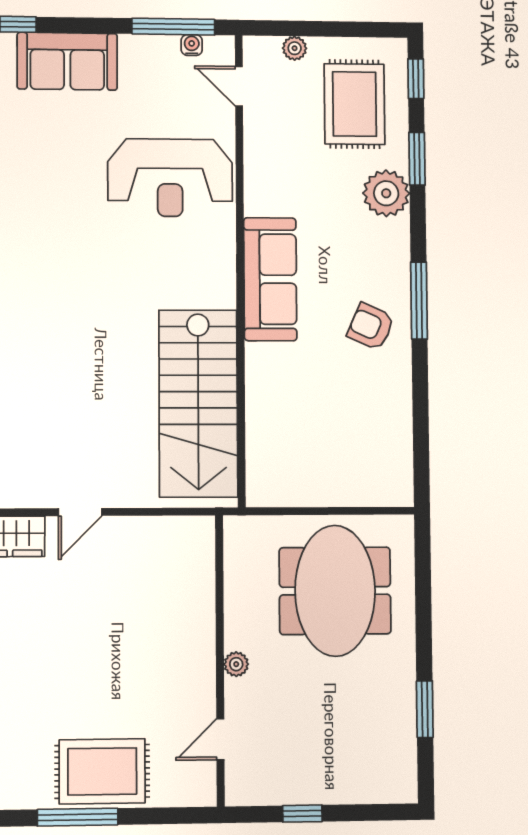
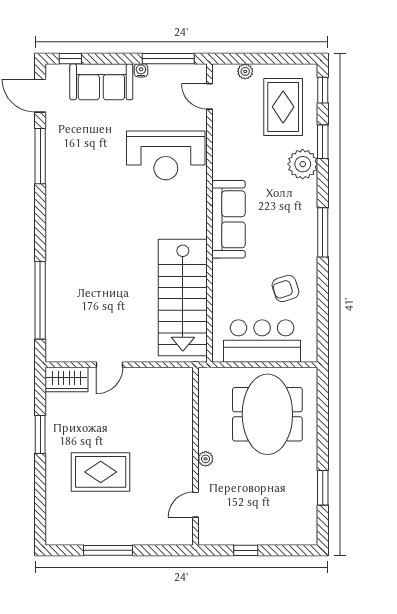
water cooler: (192, 45) -> (141, 70), moved
armchair: (371, 327) -> (285, 288), moved, turned -42
bar counter: (325, 473) -> (262, 341), added
rug: (102, 771) -> (101, 472), moved

